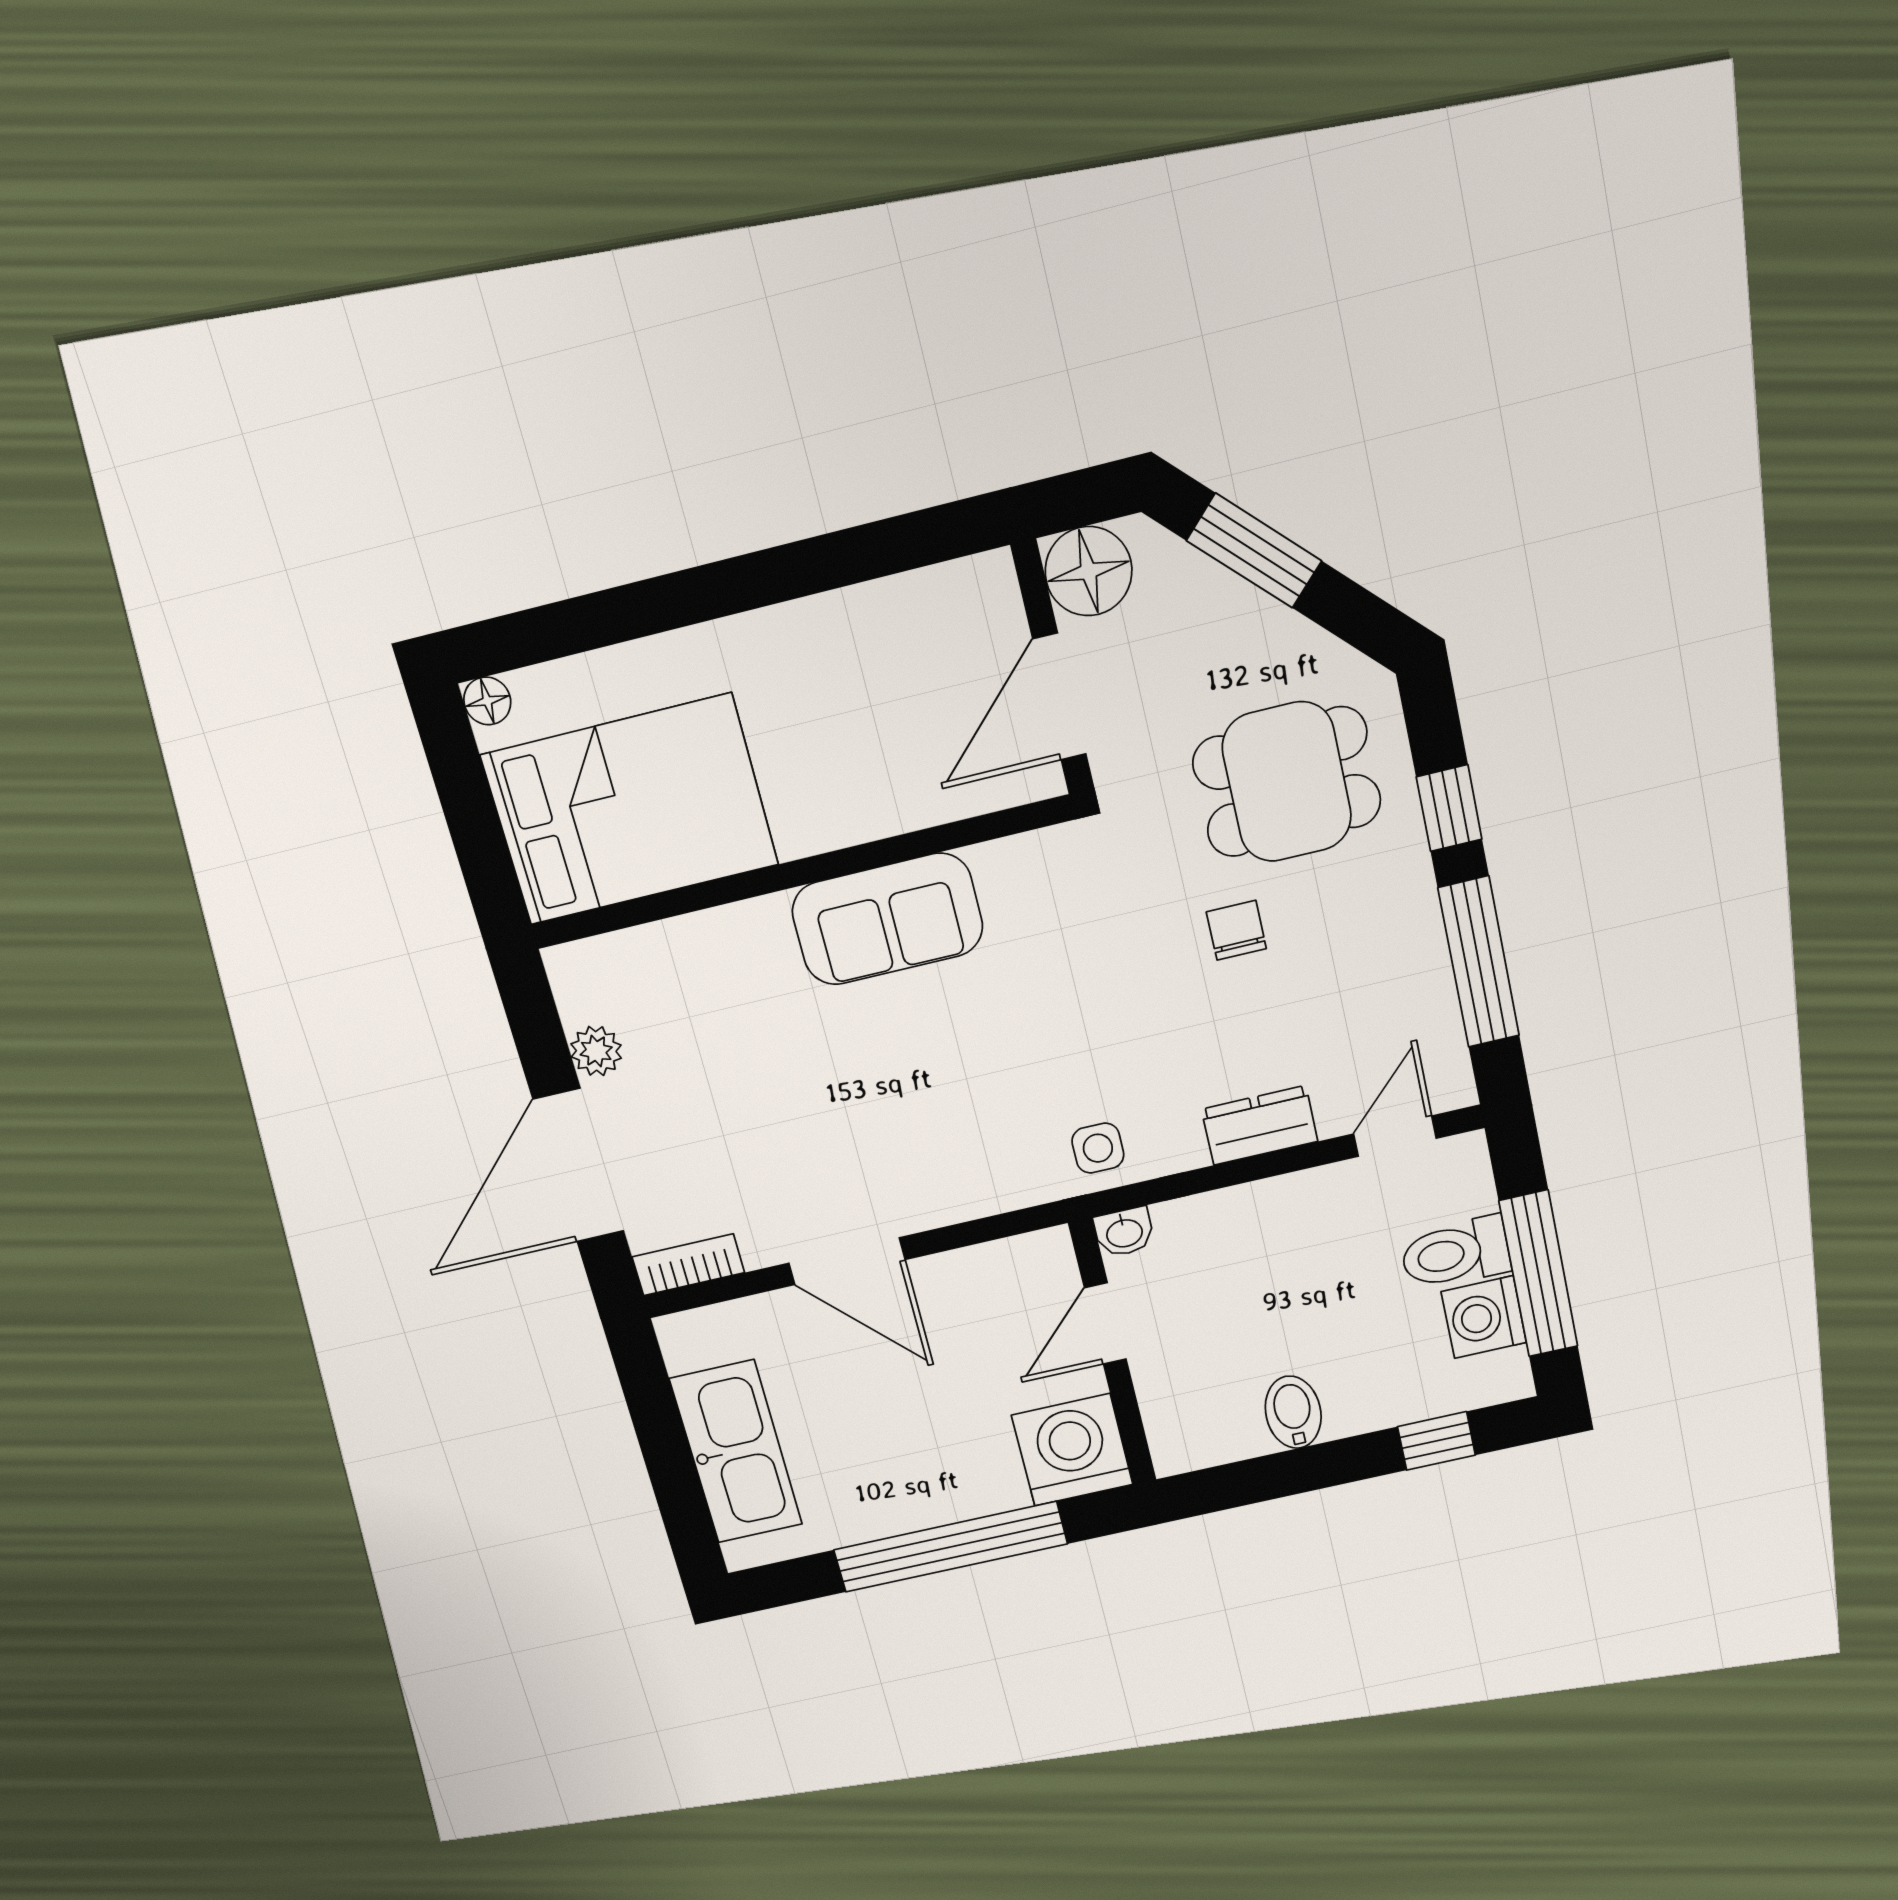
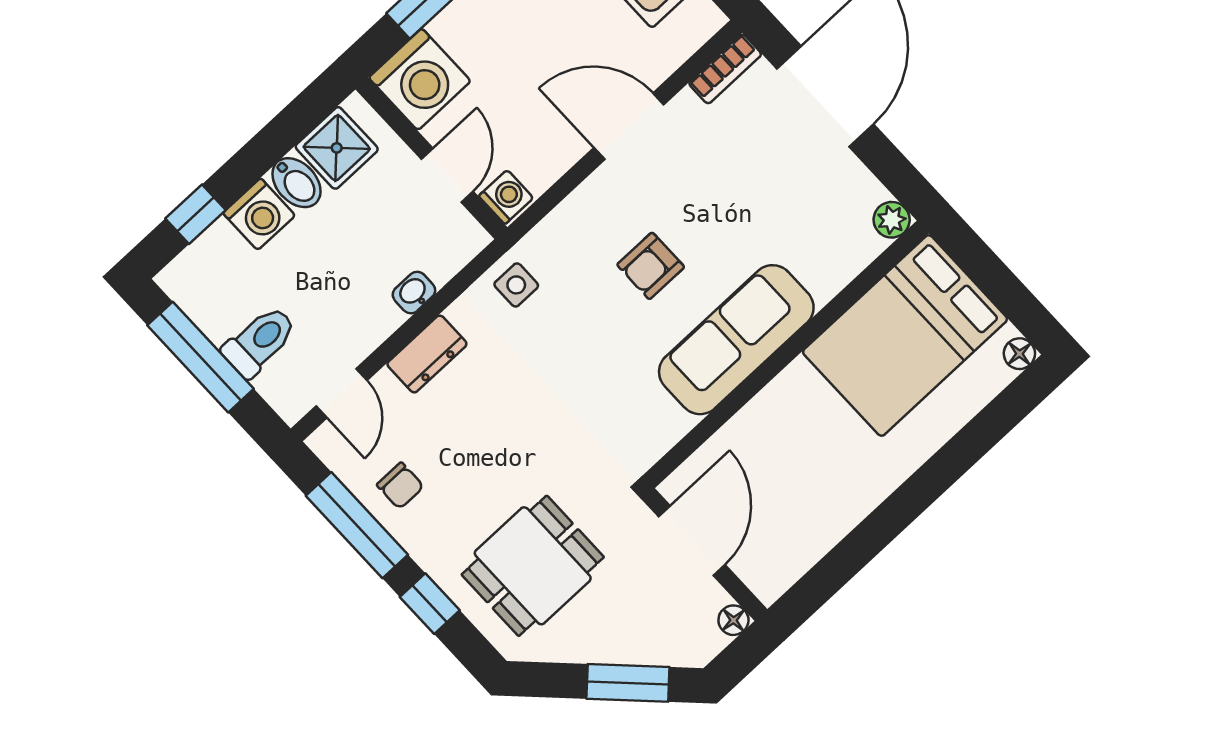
floor lamp: (1089, 571) -> (733, 620), width x0.53, depth x0.53
sofa: (887, 919) -> (736, 340), width x1.36
chair: (1236, 930) -> (400, 486), moved
plant: (596, 1051) -> (892, 220), moved
armchair: (915, 1079) -> (651, 266), added
washbasin: (1124, 1232) -> (414, 293), moved
washing machine: (1048, 1259) -> (506, 197), added
washing machine: (1484, 1317) -> (259, 214), moved, turned 90
shower: (1220, 1426) -> (337, 148), added

